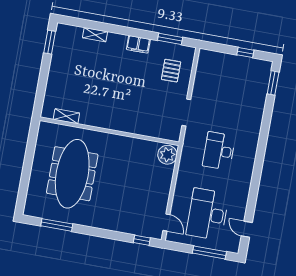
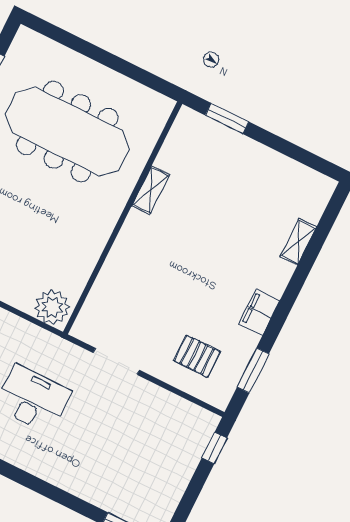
window: (50, 42) -> (227, 118), moved
window: (245, 52) -> (214, 448), moved
shelving: (66, 116) -> (151, 190), moved

